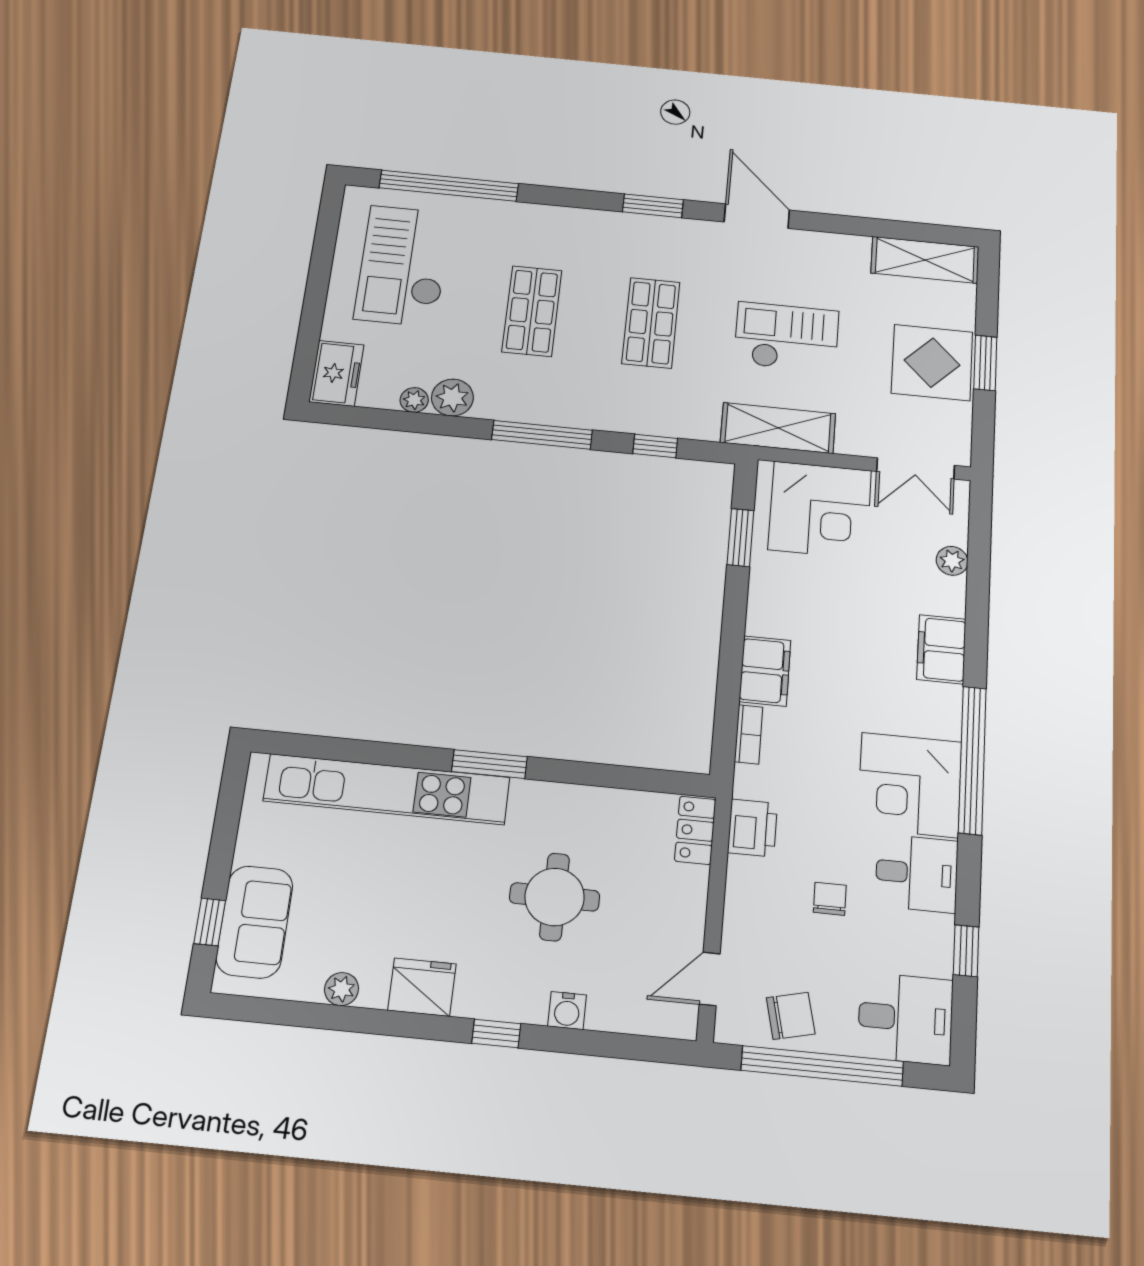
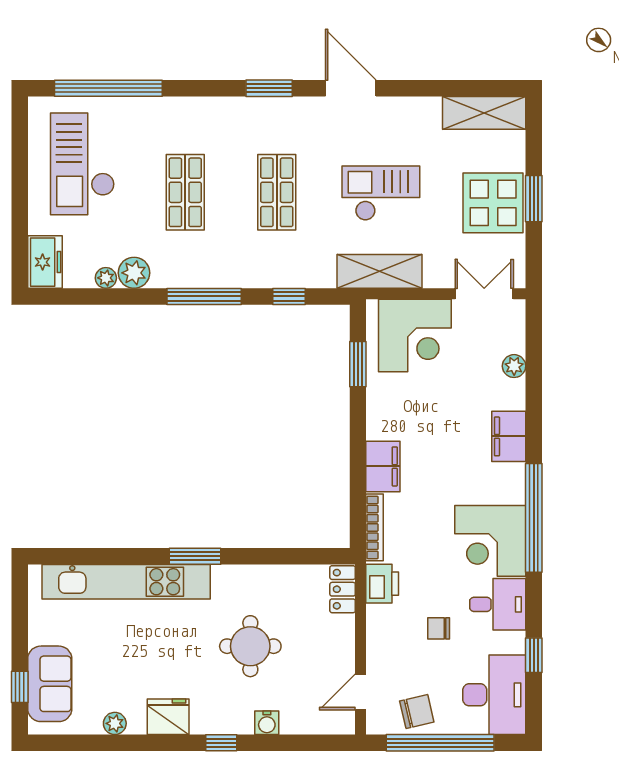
double door: (916, 468) -> (484, 294), swing flipped
bookcase: (749, 734) -> (375, 527), width x1.56
chair: (830, 899) -> (439, 628), turned -90
desk: (905, 1018) -> (494, 695), width x1.37

